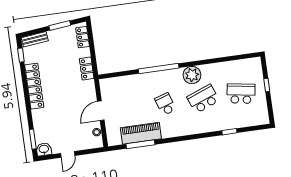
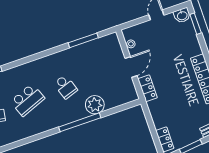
locker: (87, 69) -> (147, 88), moved
plant: (192, 75) -> (95, 105), moved
piano: (141, 133) -> (85, 52), removed

